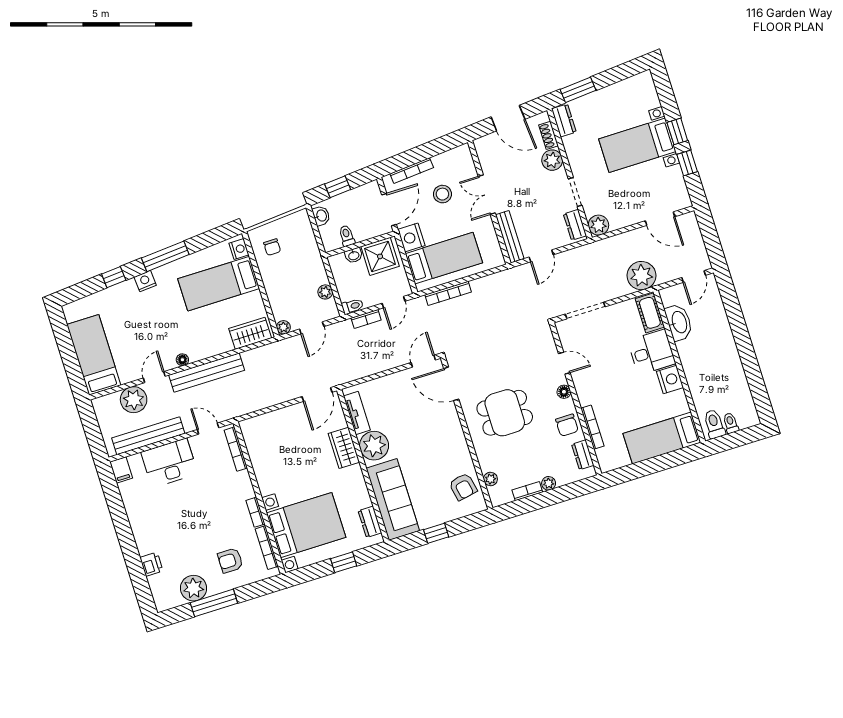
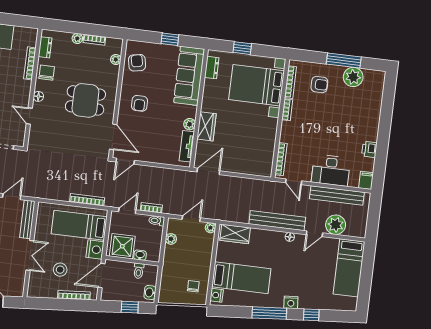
armchair: (438, 439) -> (140, 103), added
plant: (374, 446) -> (190, 124), width x0.53, depth x0.53
printer: (151, 564) -> (369, 149), moved

